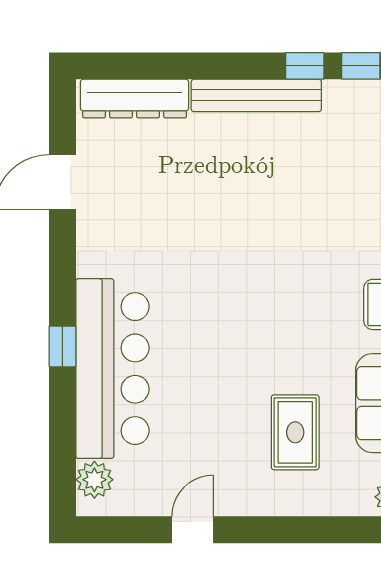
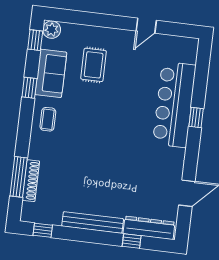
window: (305, 66) -> (132, 241), moved
plant: (94, 480) -> (189, 54), removed

